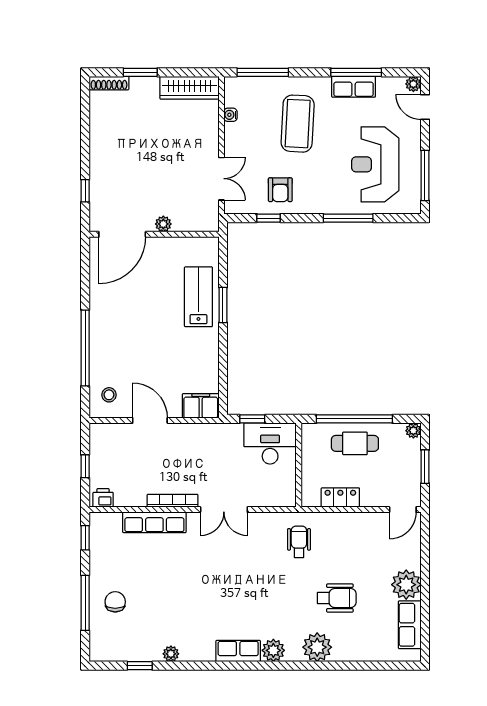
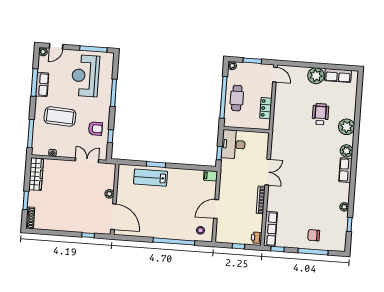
reception desk: (375, 164) -> (85, 76), turned 90
filing cabinet: (201, 406) -> (211, 176), width x0.50
row of seats: (154, 522) -> (270, 229), moved
wheelchair: (299, 542) -> (288, 133), removed

